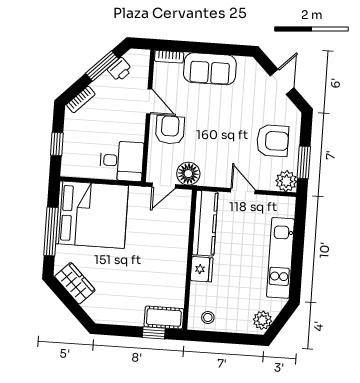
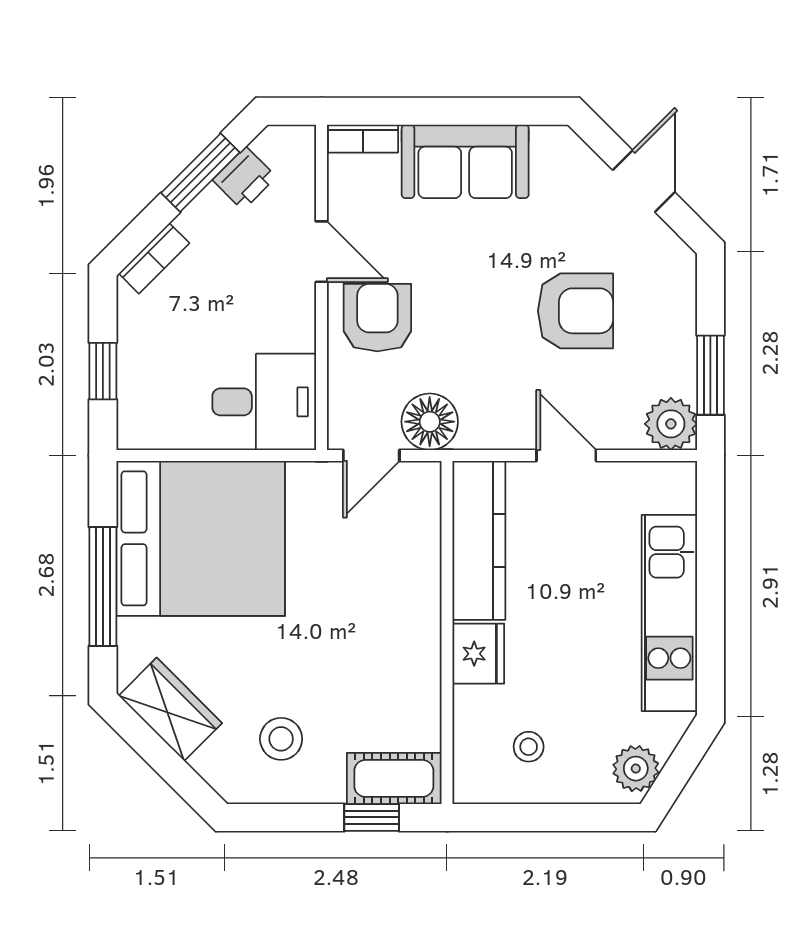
armchair: (273, 141) -> (575, 311), moved
stool: (119, 298) -> (281, 739), added
stool: (208, 317) -> (529, 747), moved

